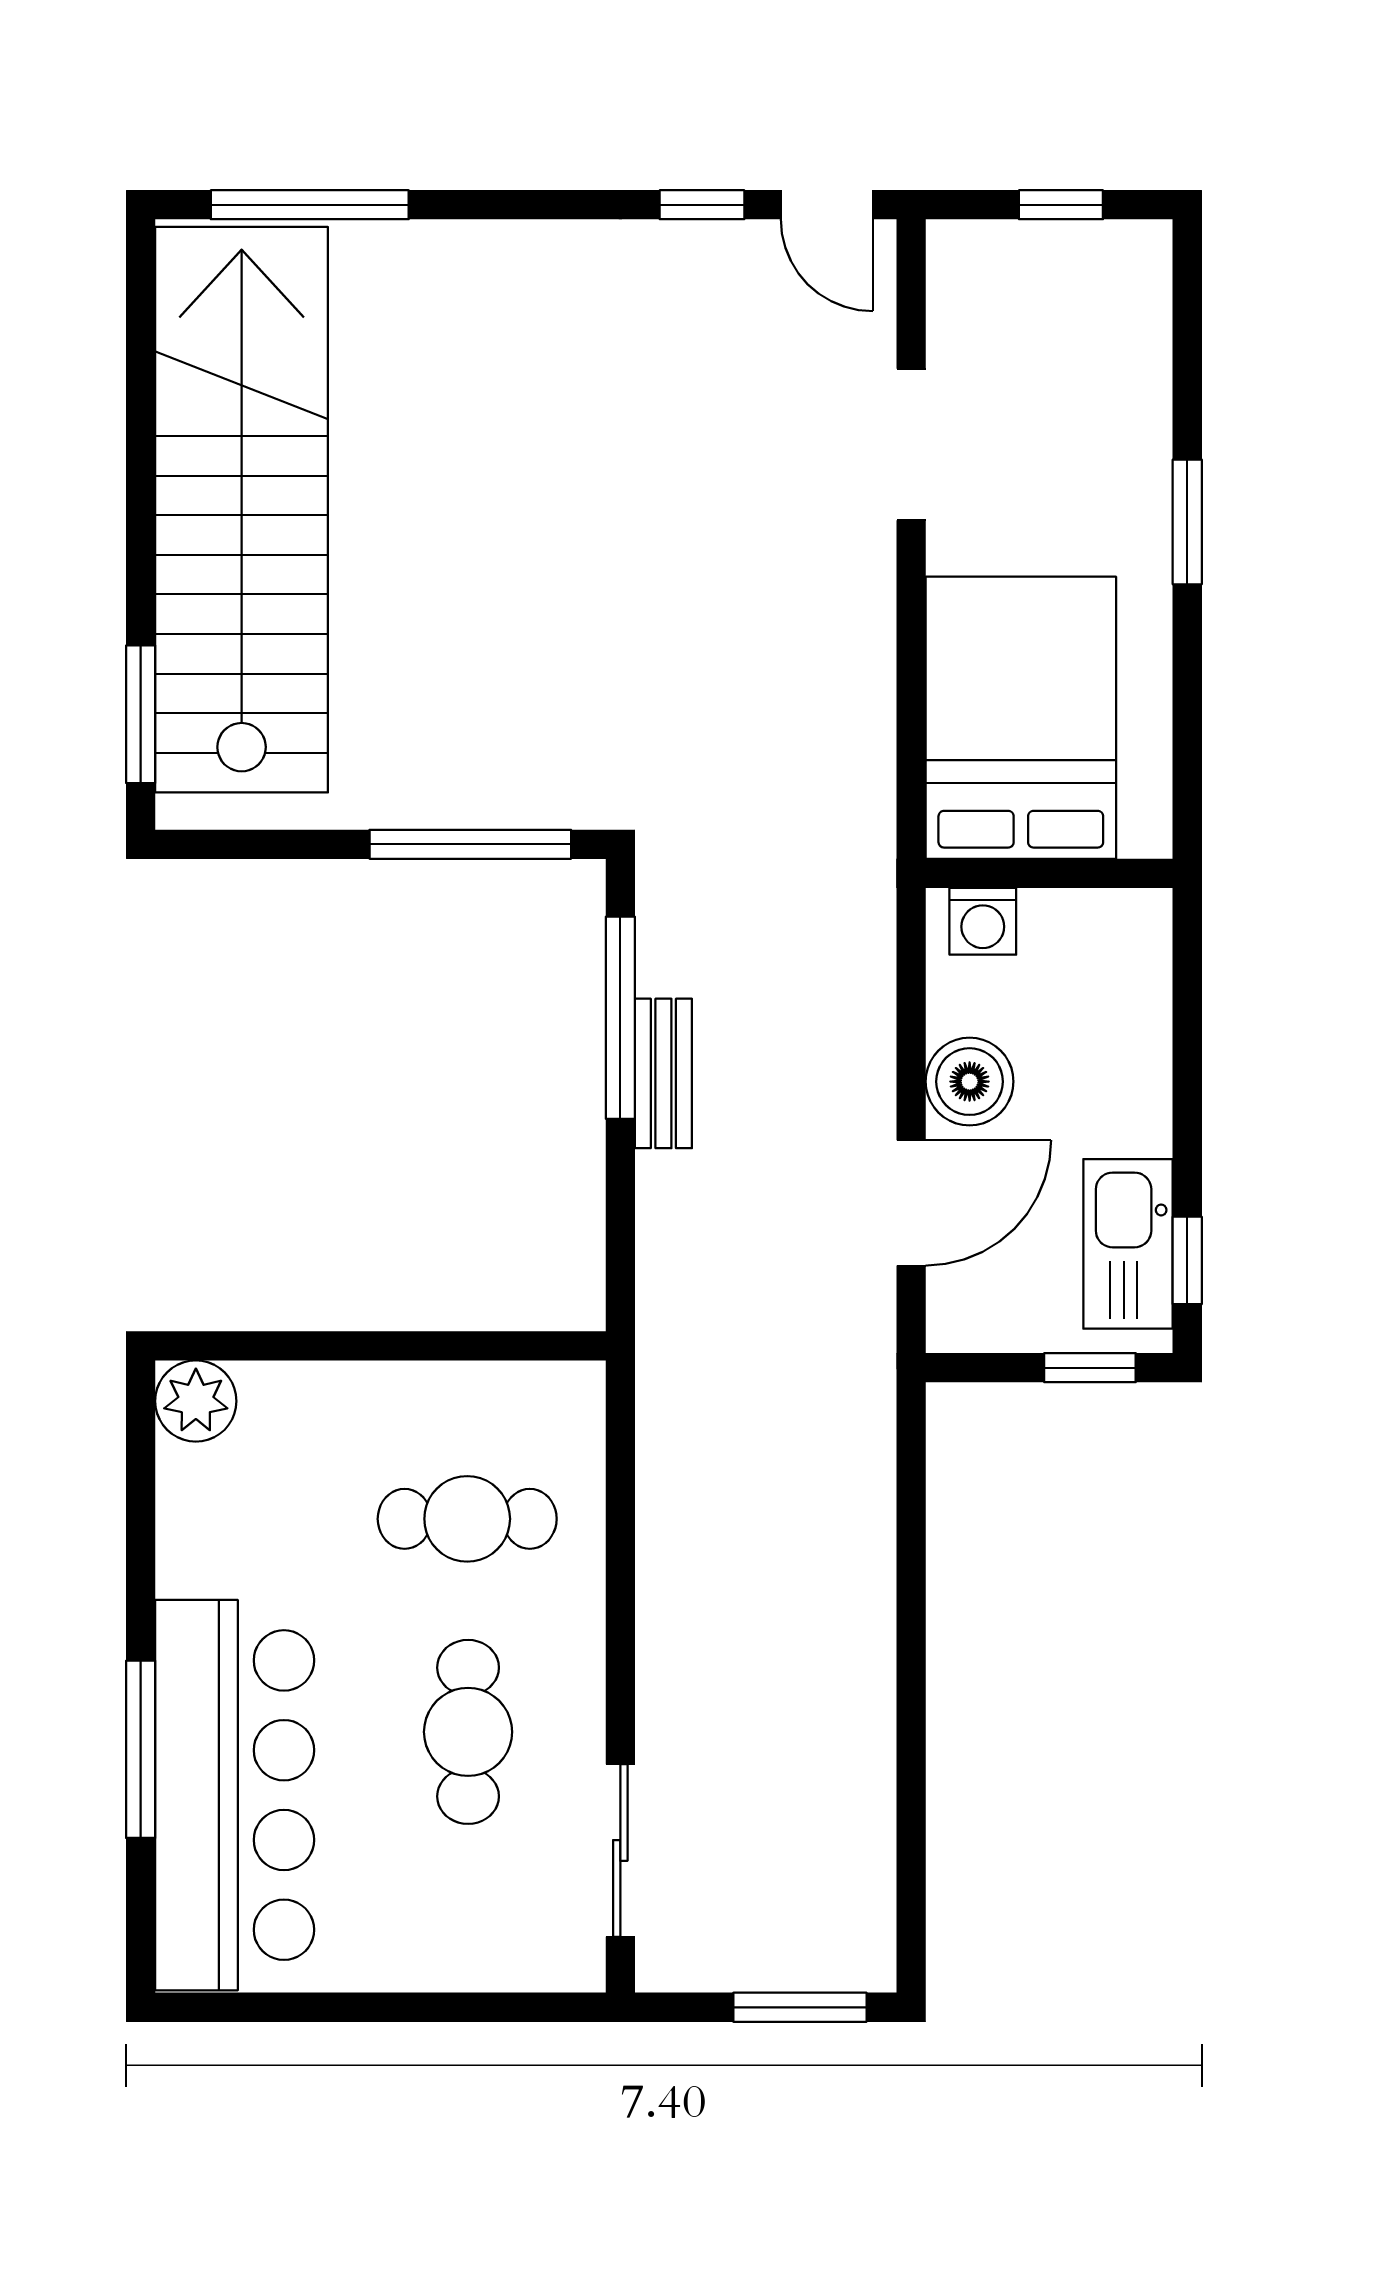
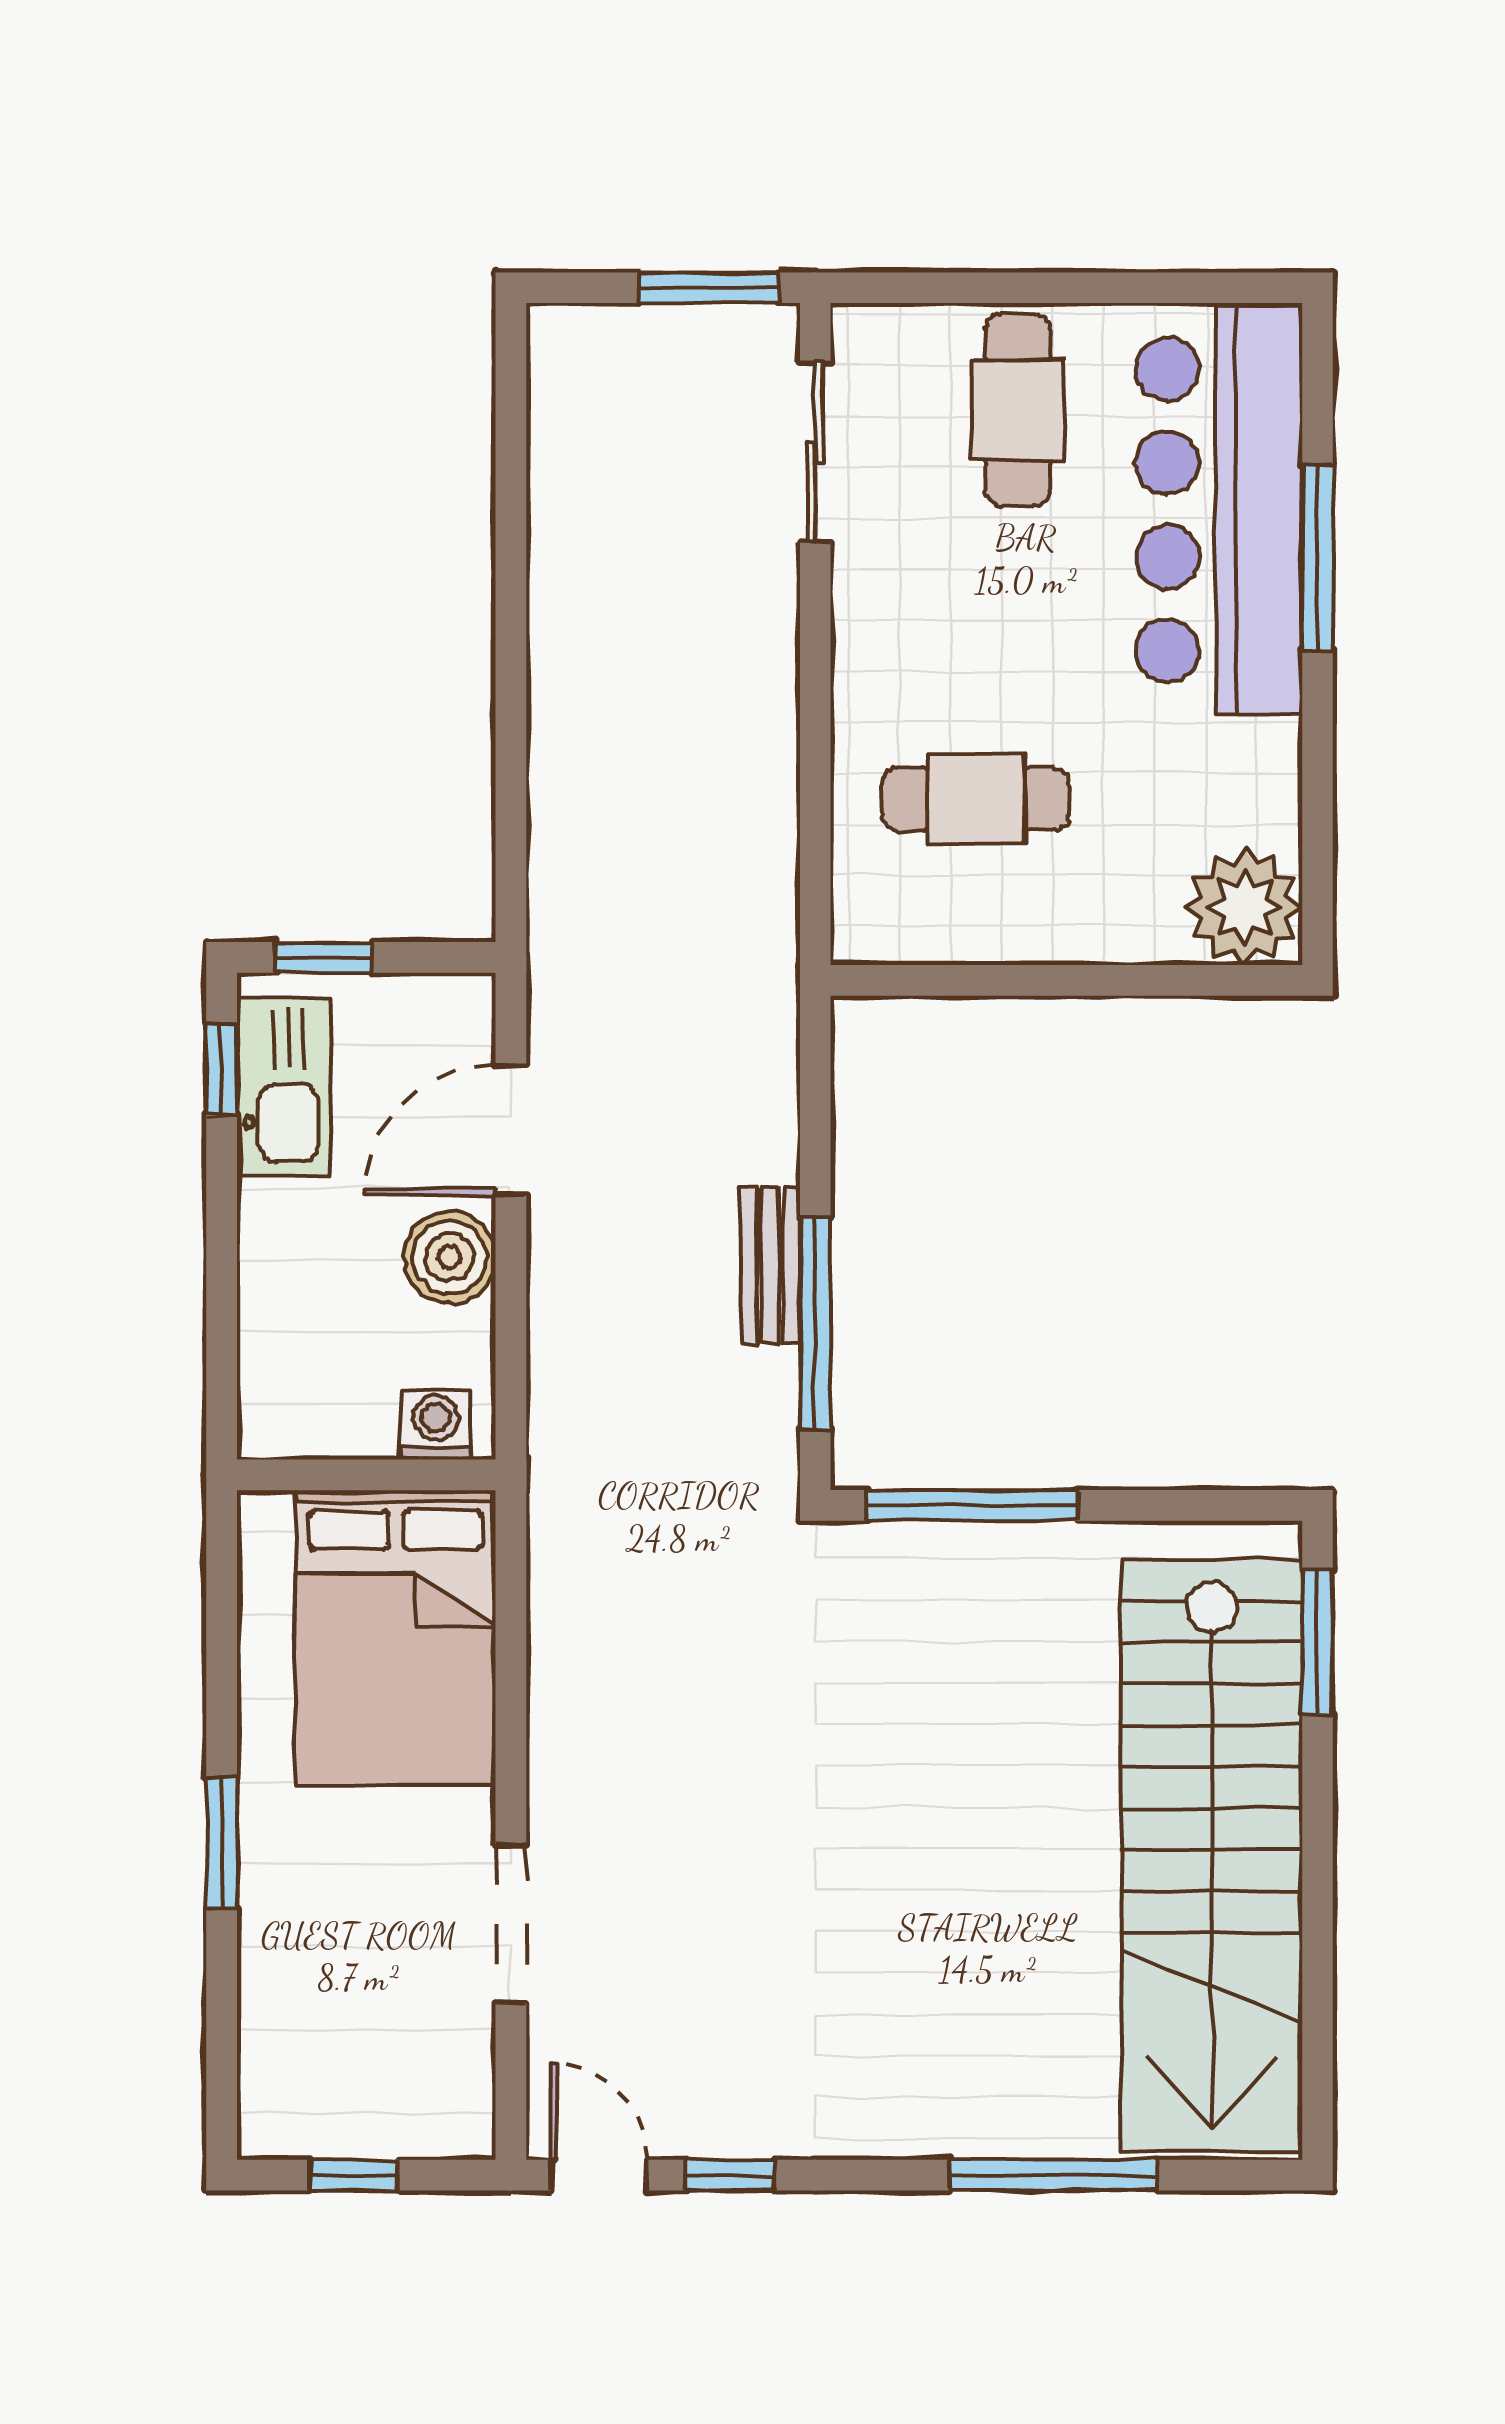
window: (310, 205) -> (1054, 2175), moved
plant: (196, 1401) -> (1244, 907), width x1.36, depth x1.36
cafe table: (468, 1732) -> (1018, 410), moved
window: (800, 2007) -> (709, 288), moved

